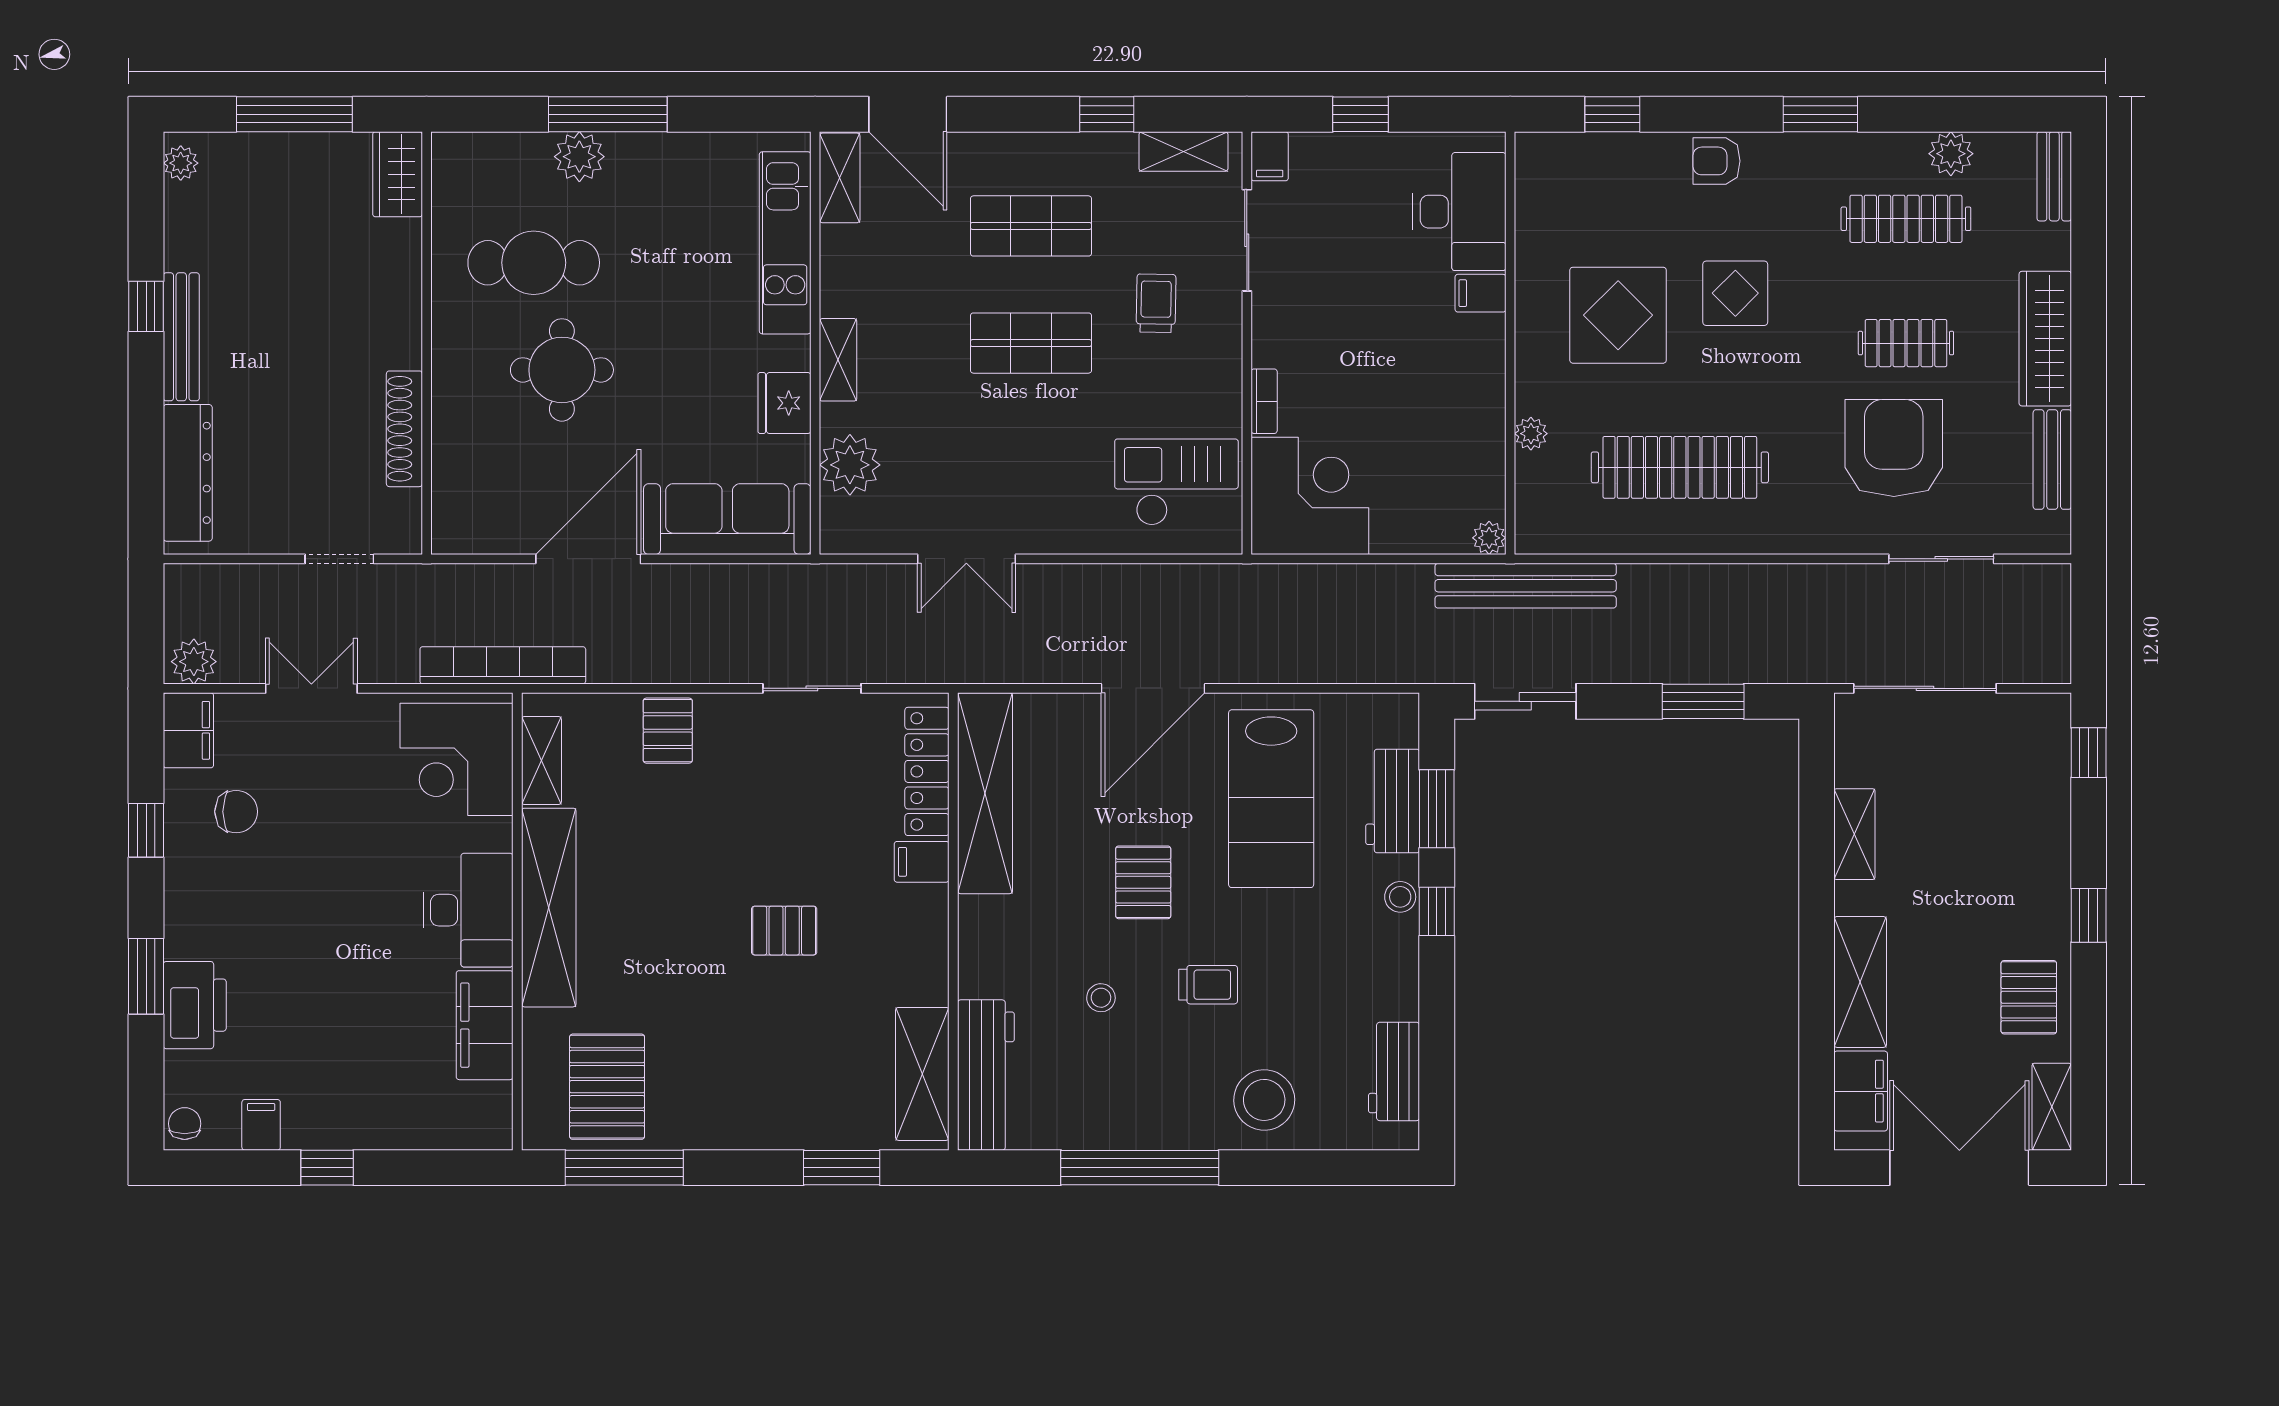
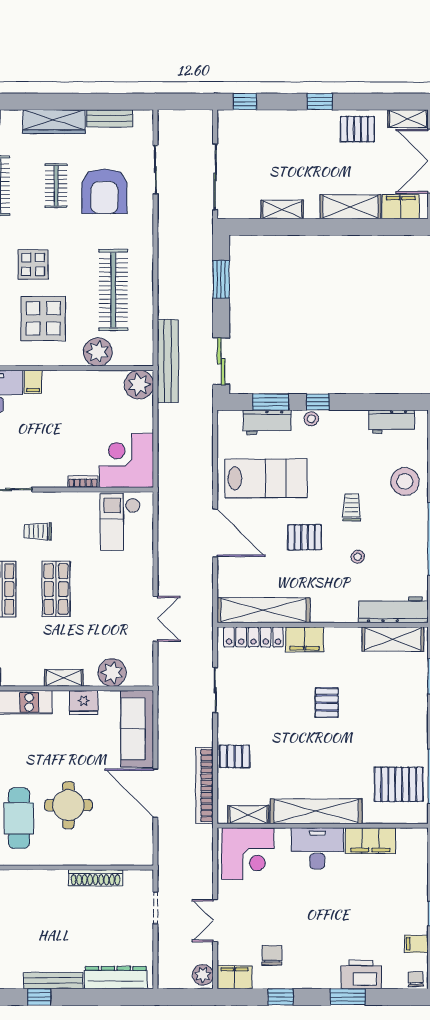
plant: (1531, 434) -> (98, 352), width x1.87, depth x1.87
armchair: (1894, 448) -> (104, 191), turned -90
plant: (1489, 538) -> (139, 385), width x1.88, depth x1.88
bookcase: (503, 665) -> (205, 786), moved
filing cabinet: (922, 862) -> (305, 639), width x2.00
chair: (185, 1124) -> (416, 979), turned 88

